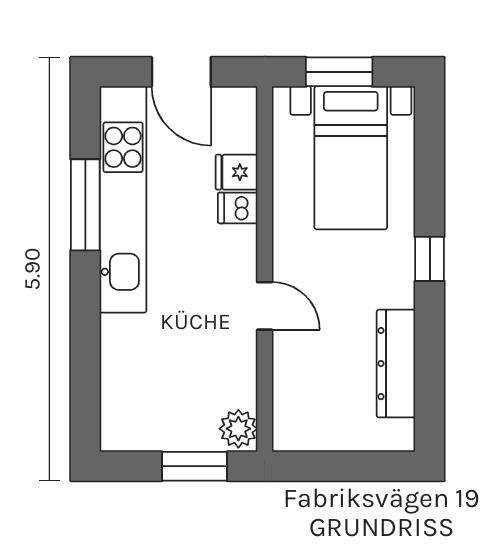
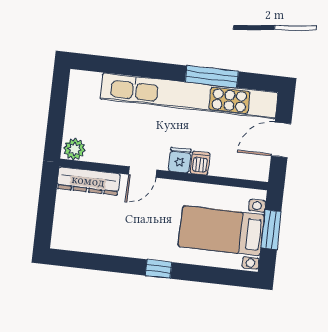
fridge: (237, 172) -> (180, 160), moved
kitchen unit: (123, 199) -> (189, 96), width x1.36
dresser: (396, 364) -> (88, 181), moved, turned 180
window: (195, 466) -> (56, 122), removed

